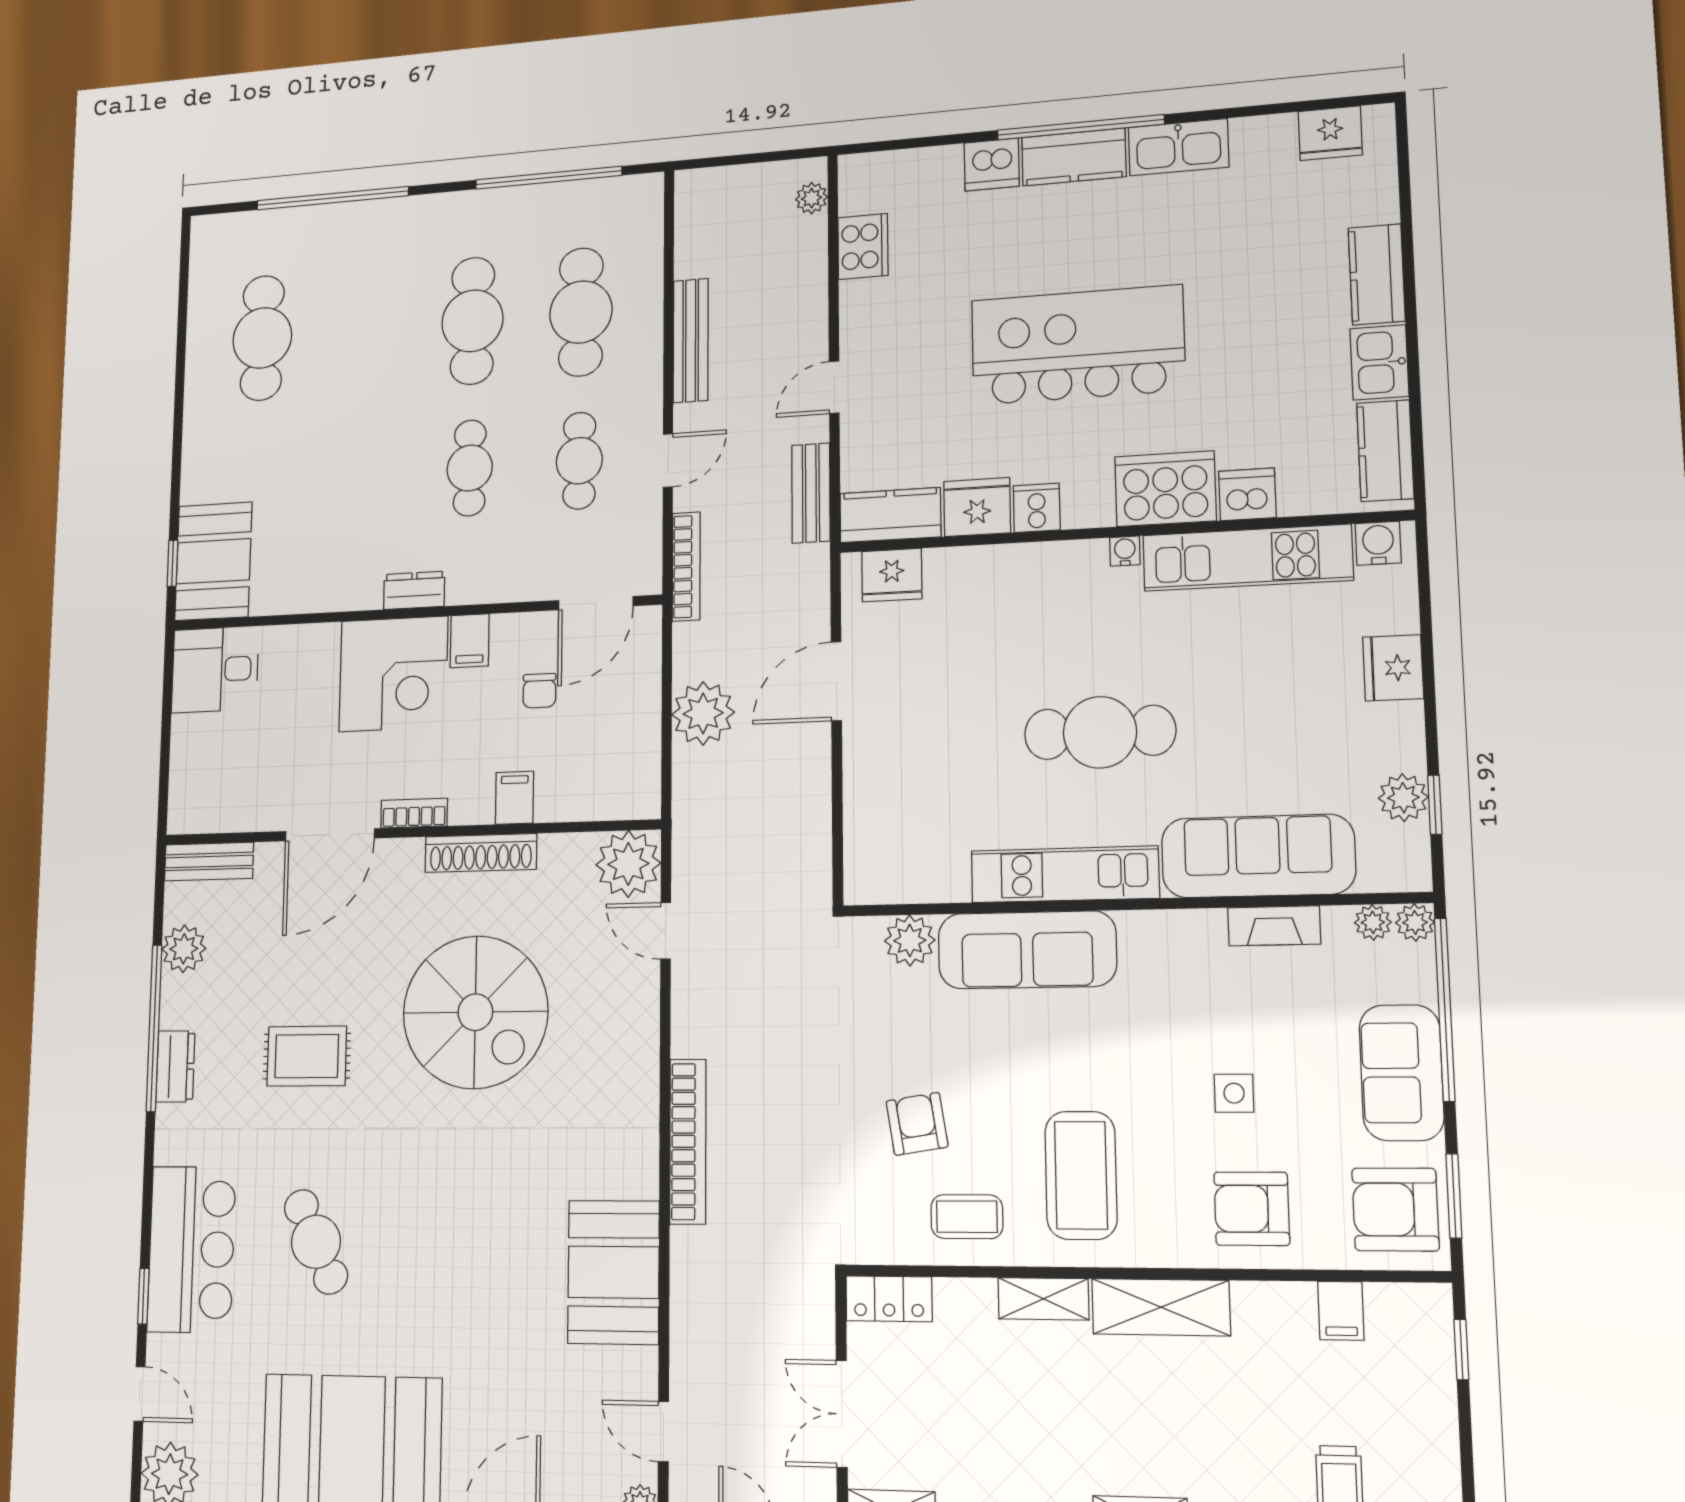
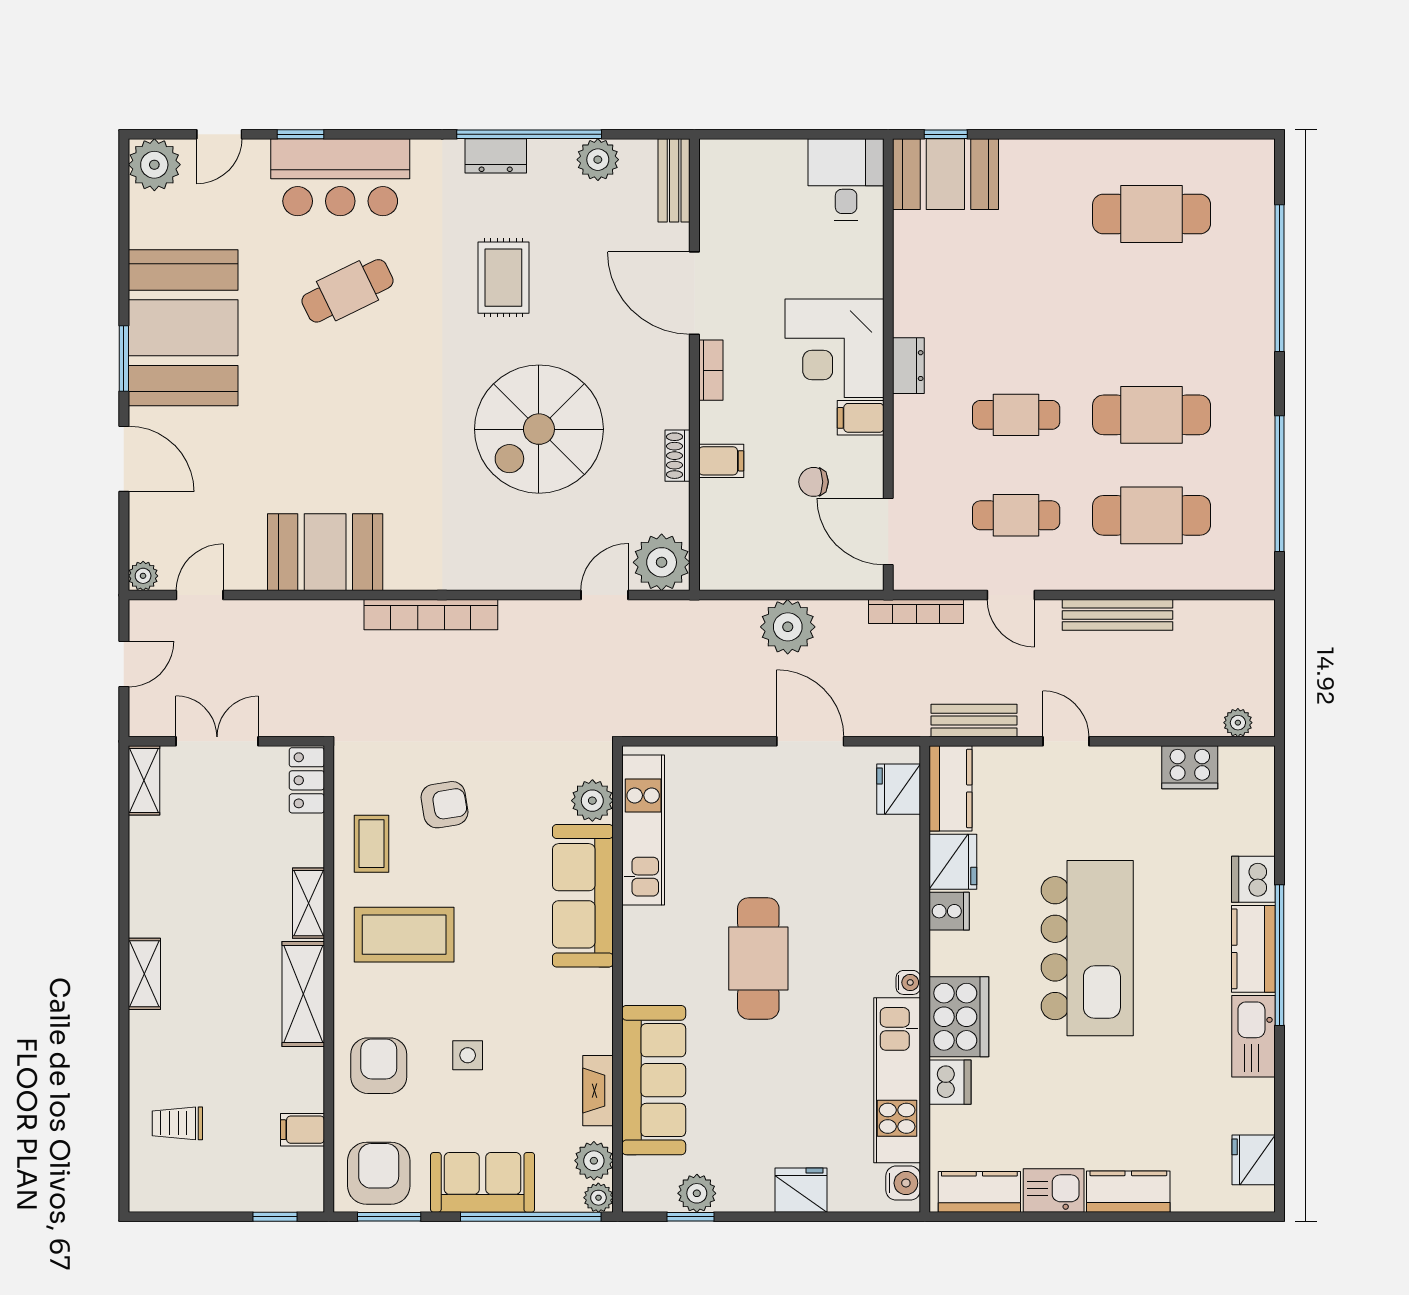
shoe rack: (481, 853) -> (677, 456), width x0.51, depth x0.81
kitchen unit: (1065, 874) -> (643, 830), moved
plant: (1373, 922) -> (594, 1161), width x1.38, depth x1.38

